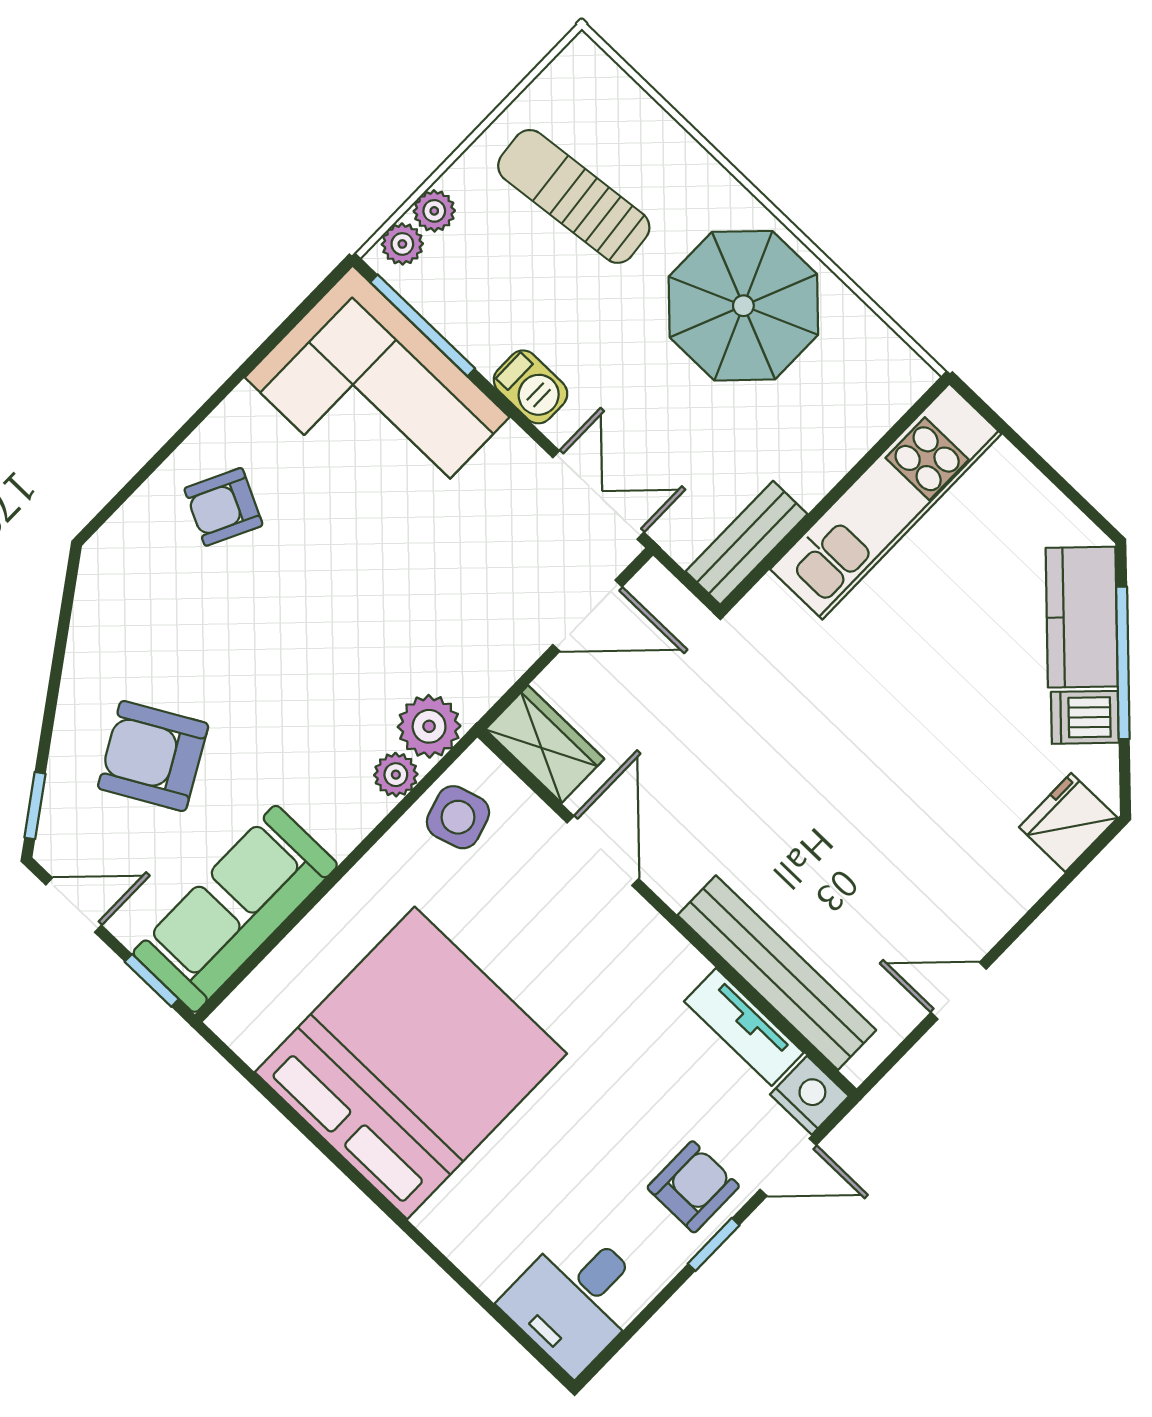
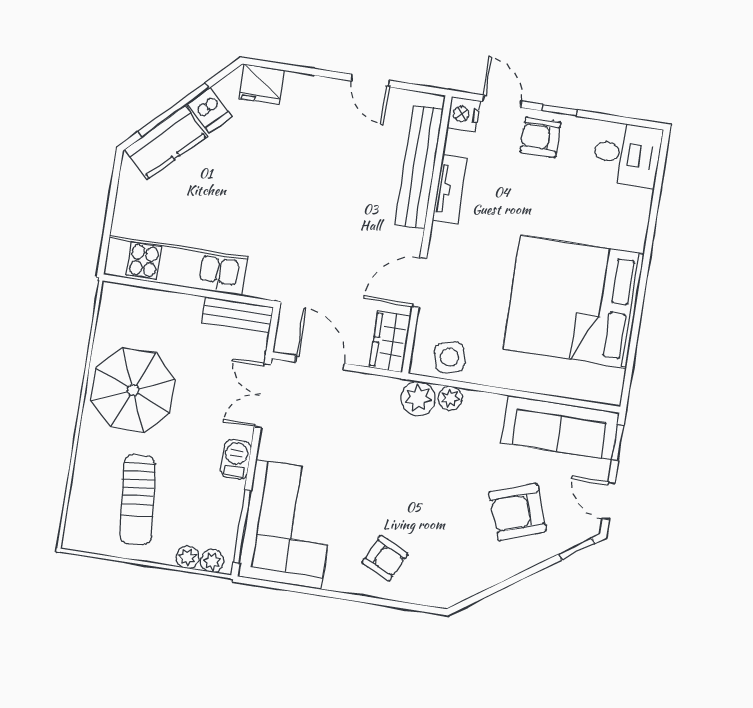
armchair: (153, 756) -> (518, 512), turned 99
tv unit: (744, 1027) -> (450, 190), moved

